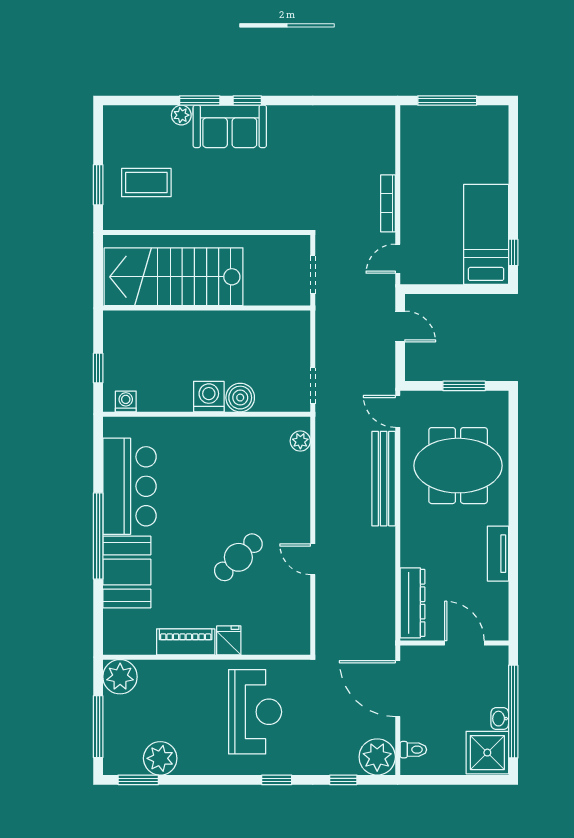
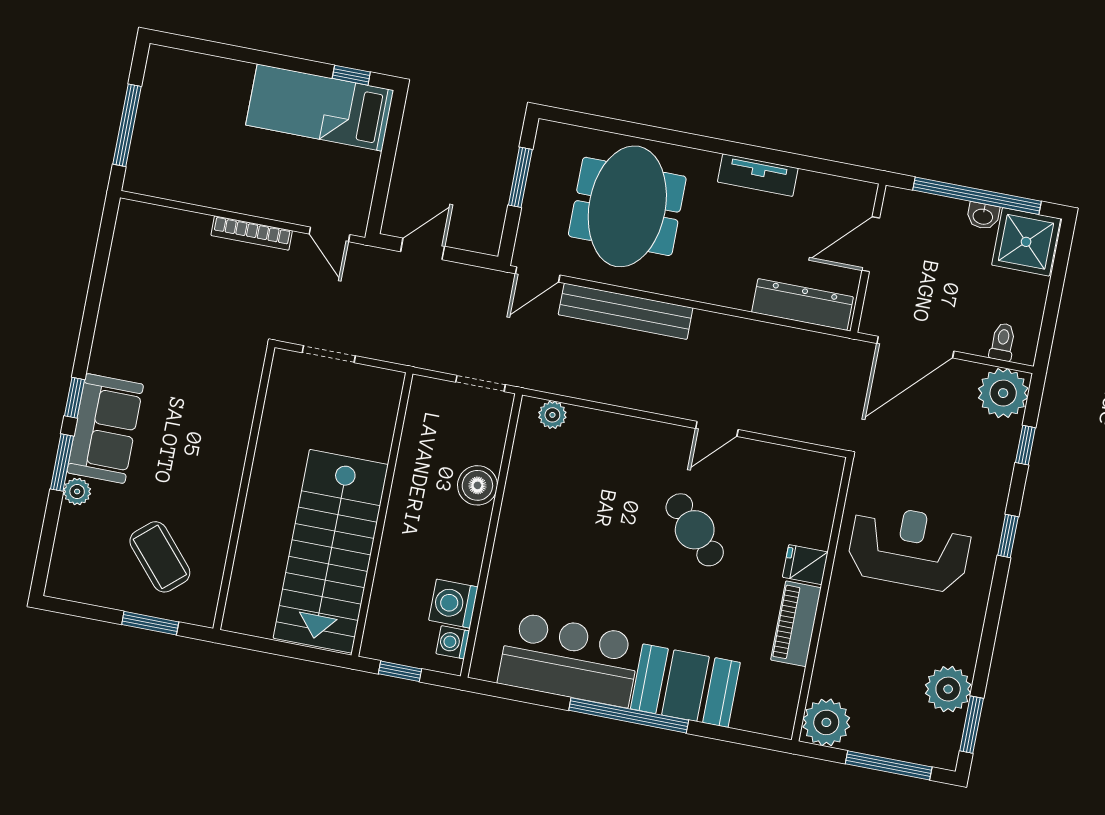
coffee table: (146, 183) -> (160, 557), turned -41
stairs: (174, 277) -> (331, 551), moved
wall: (207, 308) -> (382, 514), moved
washing machine: (209, 397) -> (453, 604), moved

